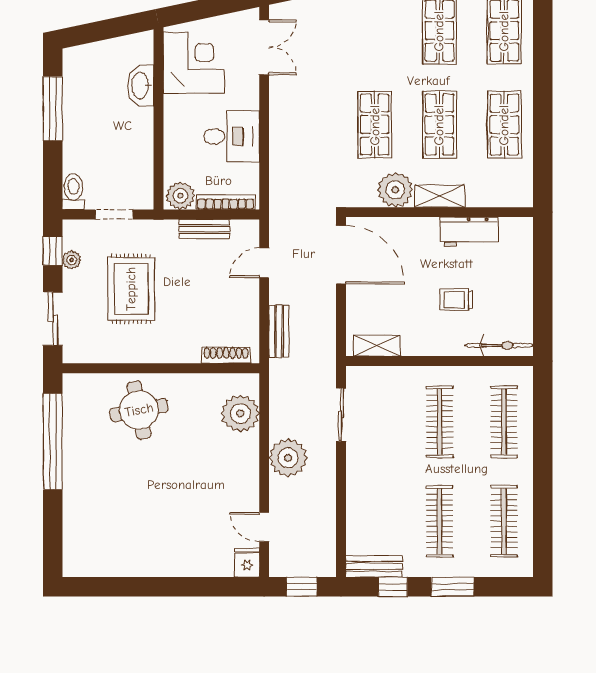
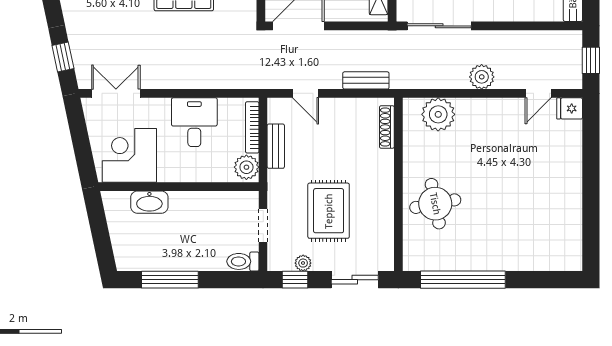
rug: (131, 289) -> (329, 211), turned 90
sliding door: (341, 415) -> (439, 26), width x1.37
plant: (288, 458) -> (482, 77), width x0.73, depth x0.73

